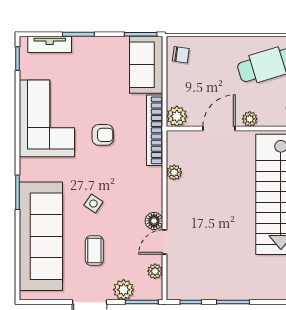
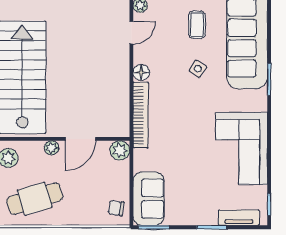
bookcase: (155, 130) -> (141, 115), moved
armchair: (103, 135) -> (189, 133), removed
plant: (174, 172) -> (122, 98), removed
floor lamp: (154, 221) -> (141, 72), moved

